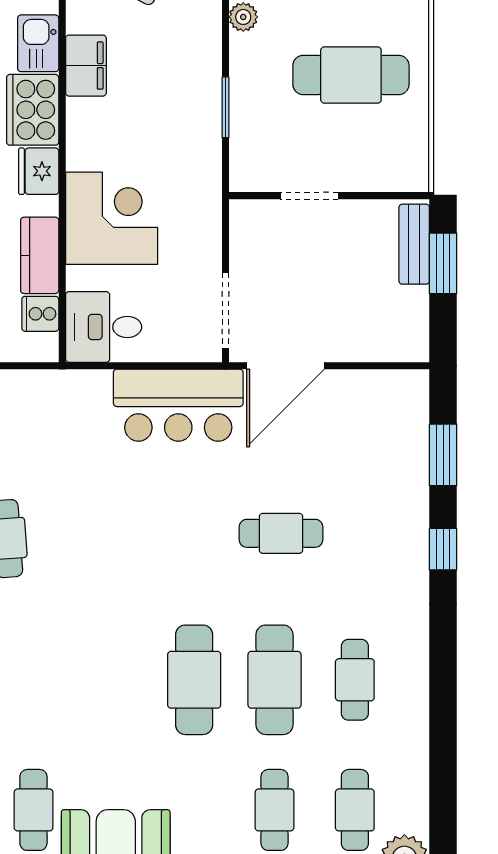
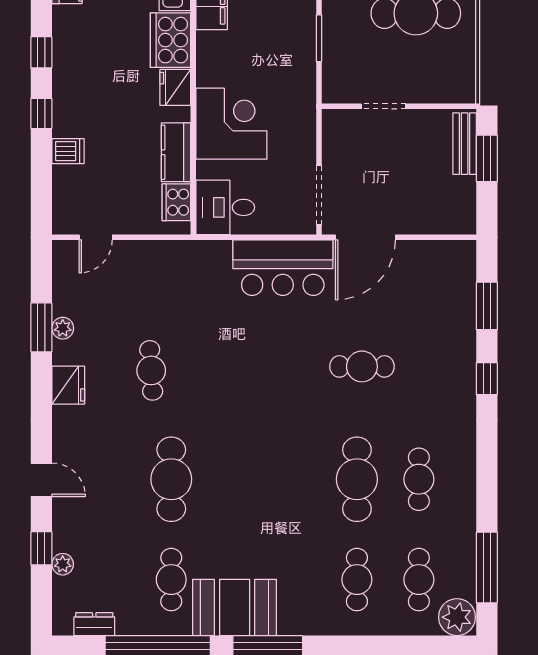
cooker: (40, 314) -> (176, 202), width x1.36
cafe table: (194, 680) -> (171, 479), moved
window: (443, 794) -> (487, 567), added

